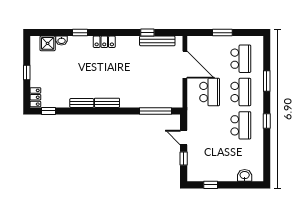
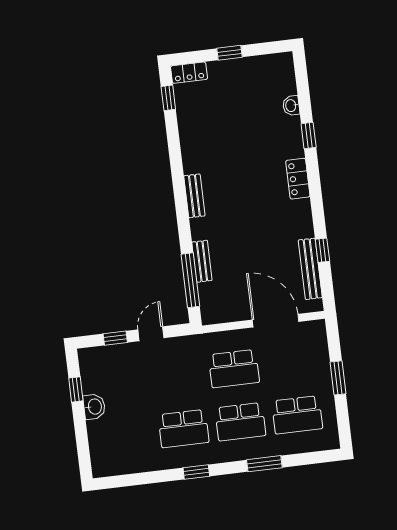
shower: (48, 43) -> (283, 82), removed
door: (185, 65) -> (276, 321), swing flipped
bench: (82, 103) -> (202, 261), moved
washbasin: (245, 175) -> (94, 407), moved

